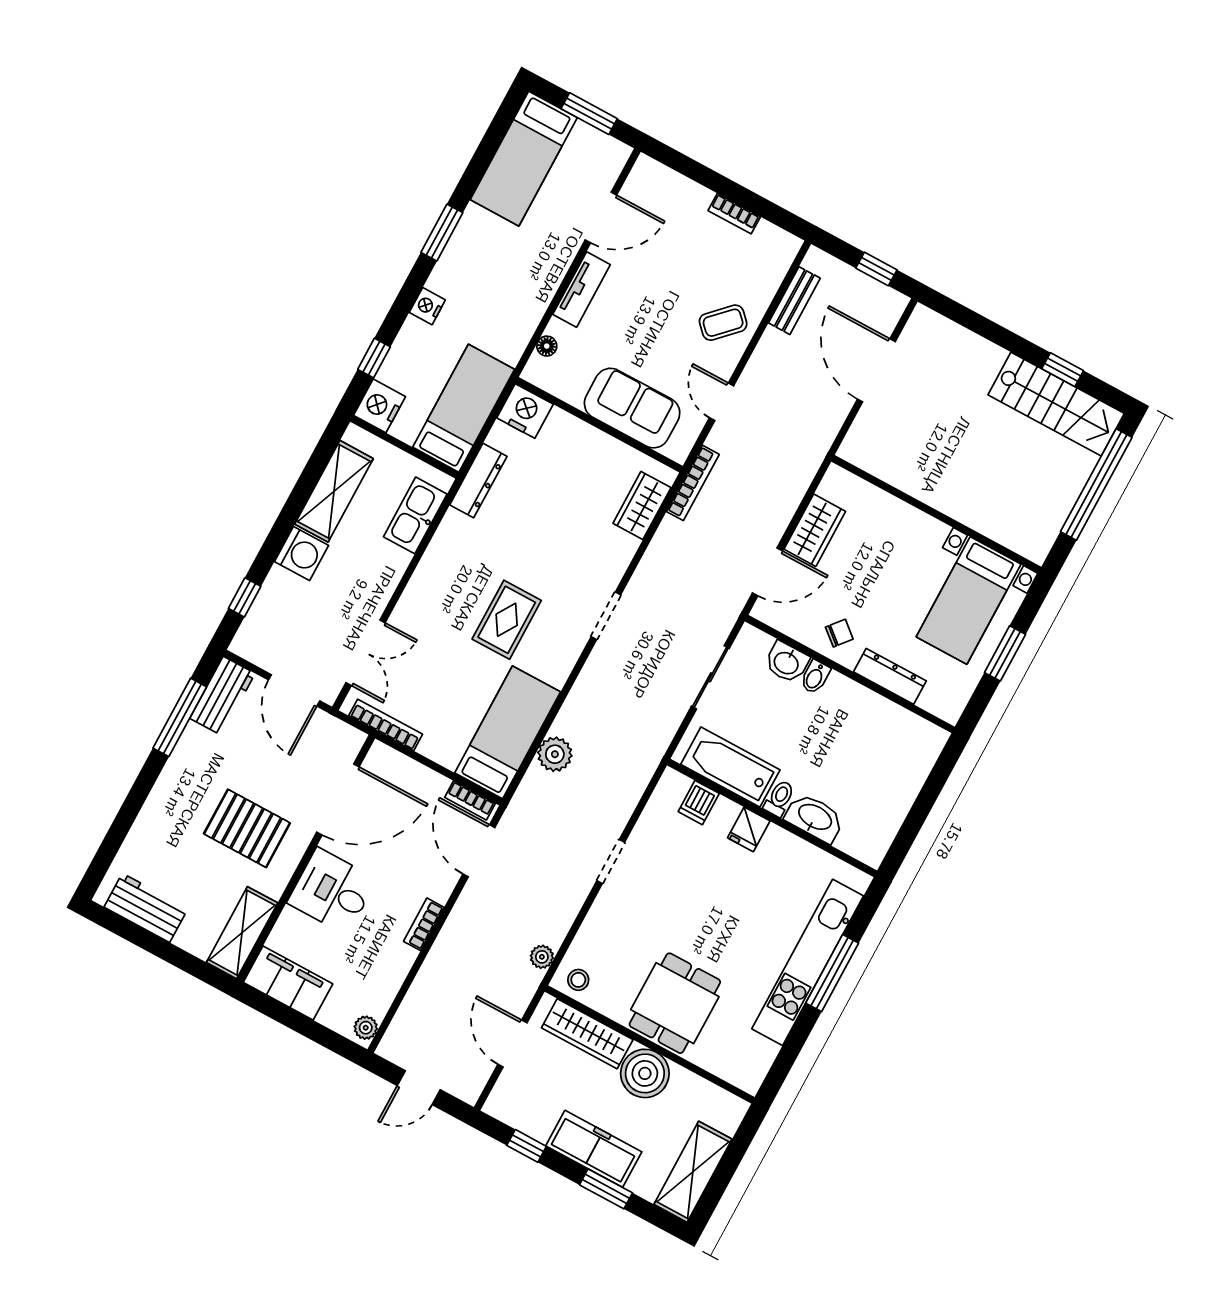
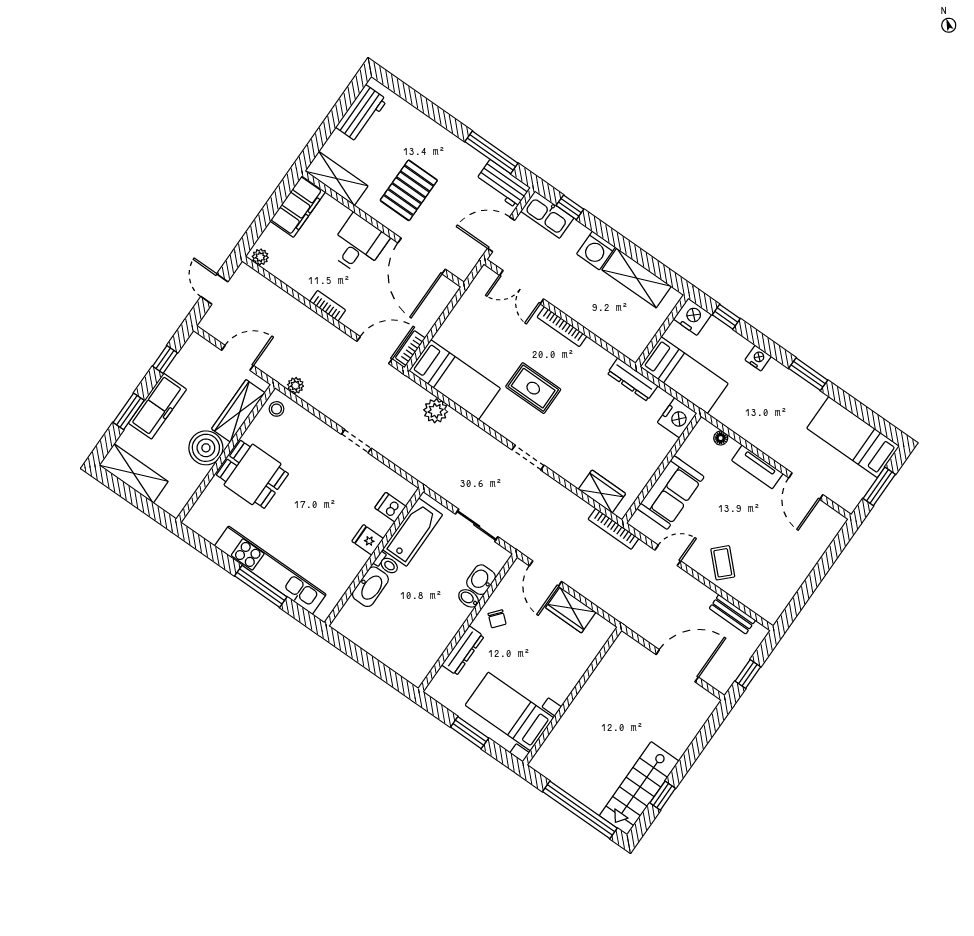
bookcase: (734, 214) -> (798, 579), removed
kitchen sink: (415, 515) -> (547, 215), moved, turned 180
bookcase: (386, 725) -> (562, 327), moved, turned 90

